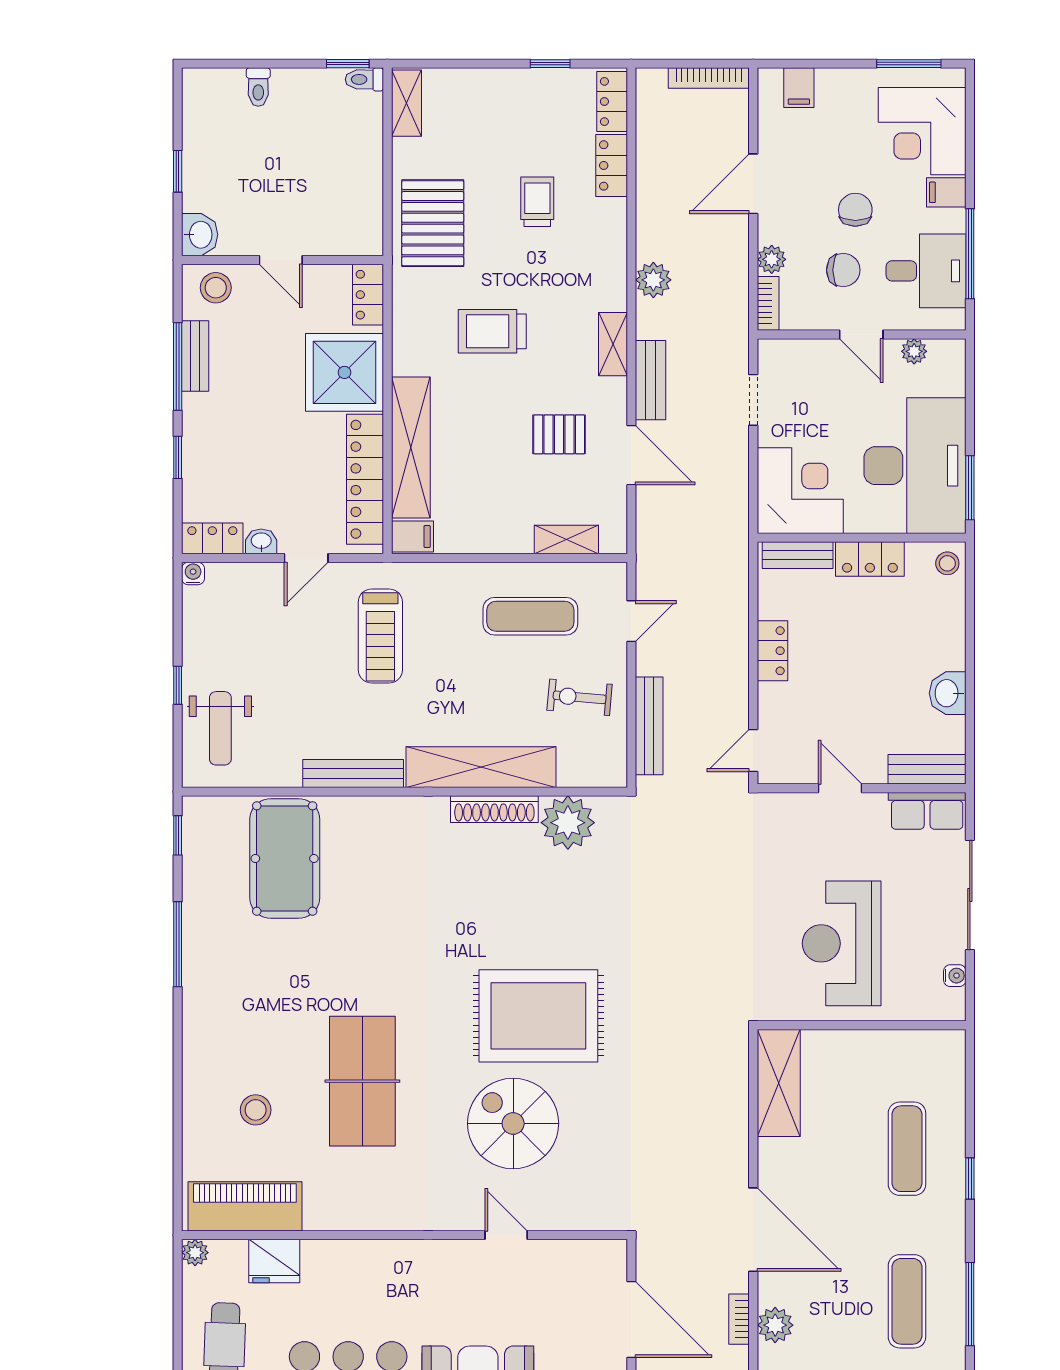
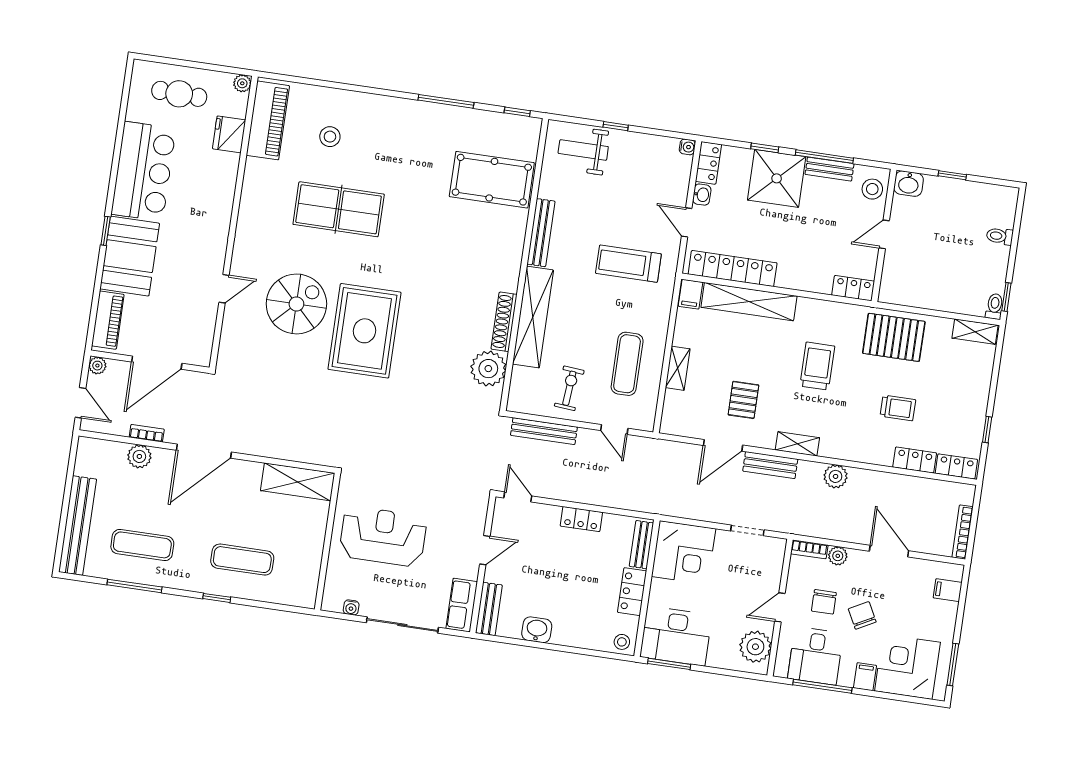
chair: (855, 210) -> (862, 615), turned -118
plant: (914, 351) -> (755, 647), width x1.88, depth x1.88
shower: (344, 372) -> (777, 178), moved
desk: (915, 466) -> (676, 636), width x0.73, depth x0.77
shelving: (566, 540) -> (678, 368), moved

